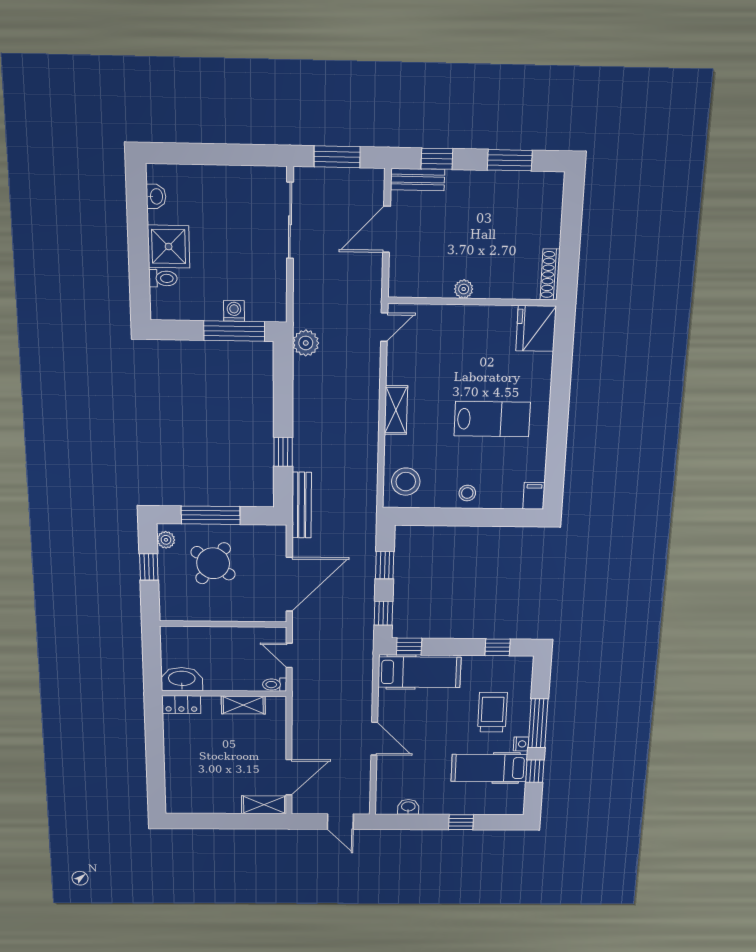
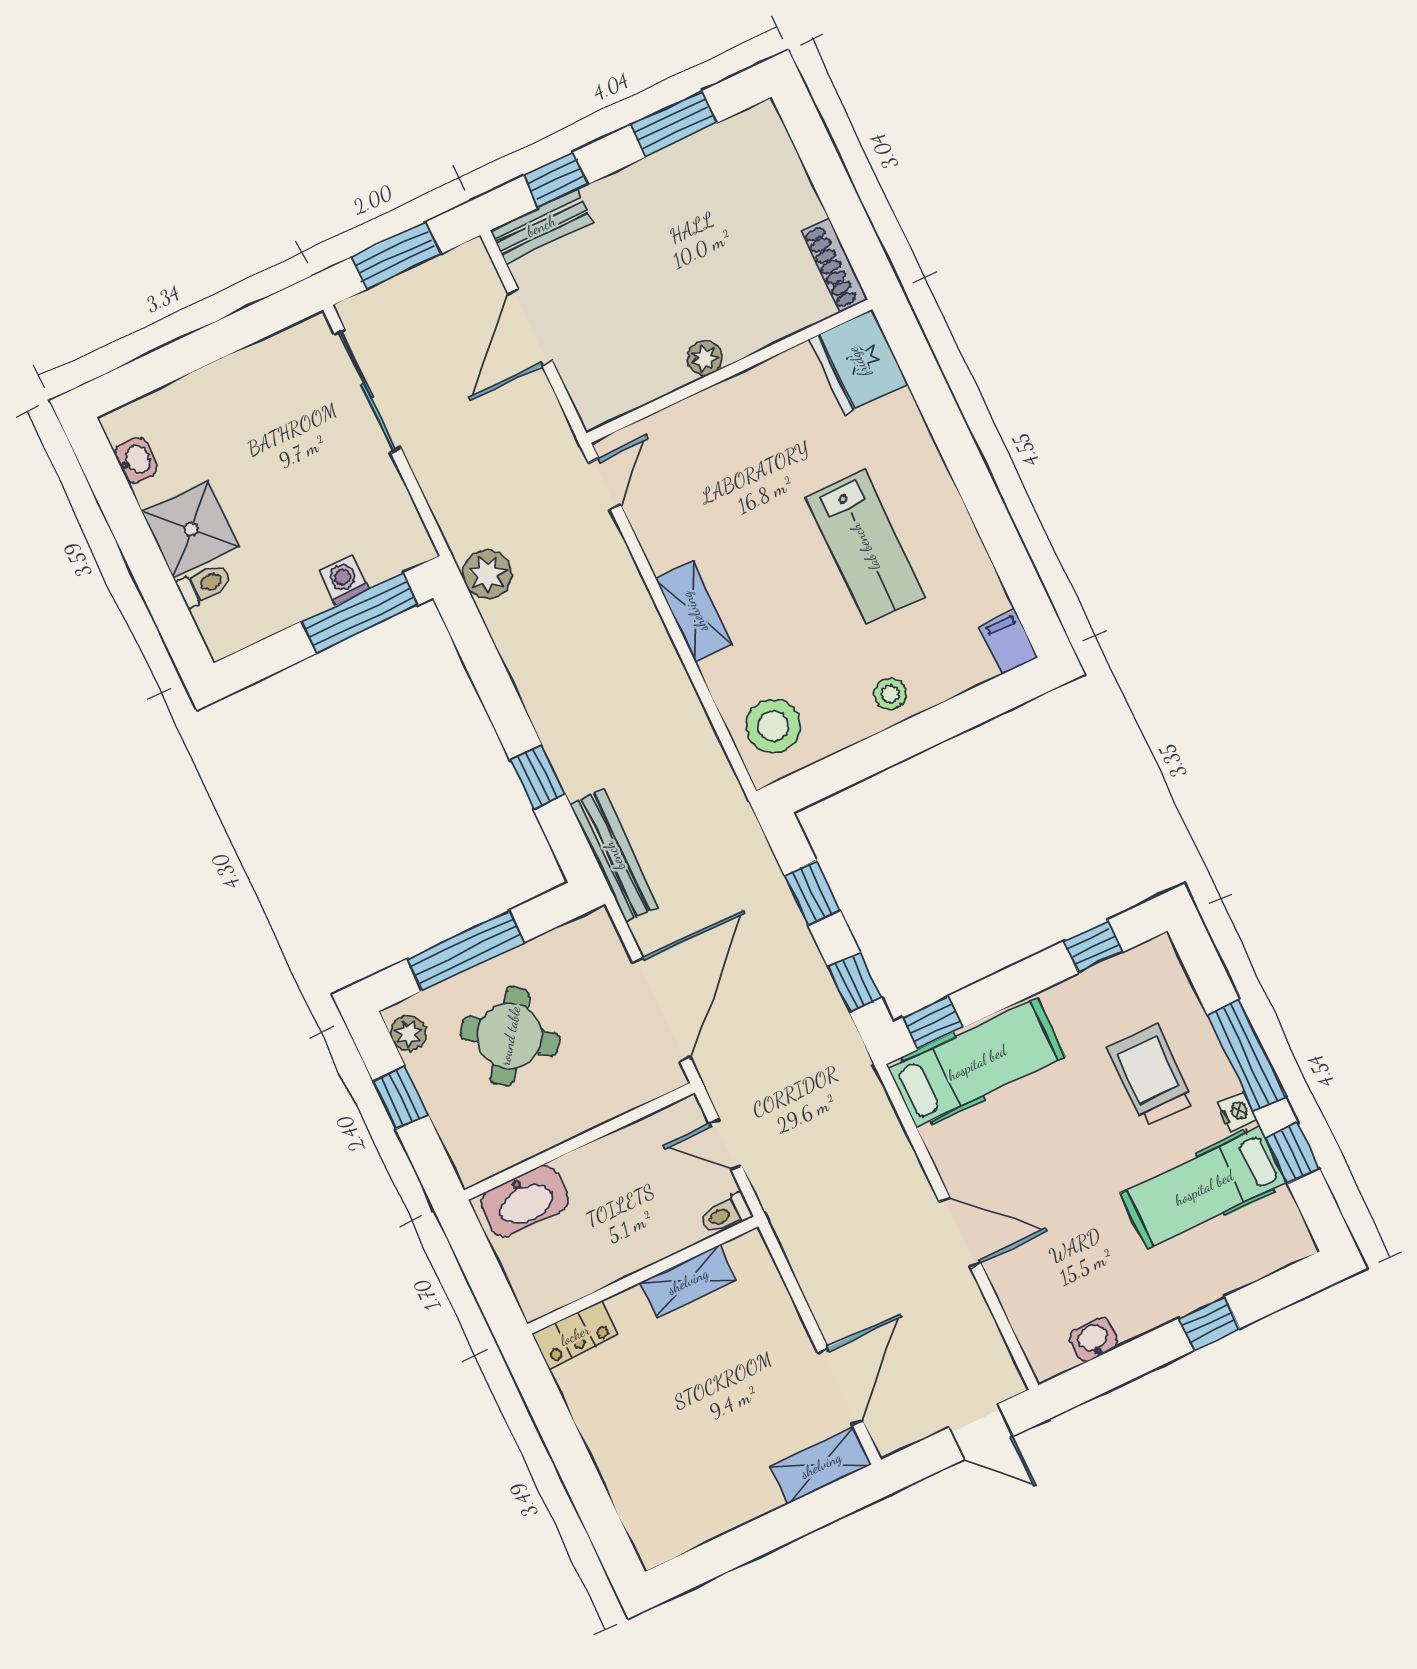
lab bench: (492, 419) -> (865, 547), turned 90
washbasin: (182, 679) -> (525, 1201), moved, turned 180

